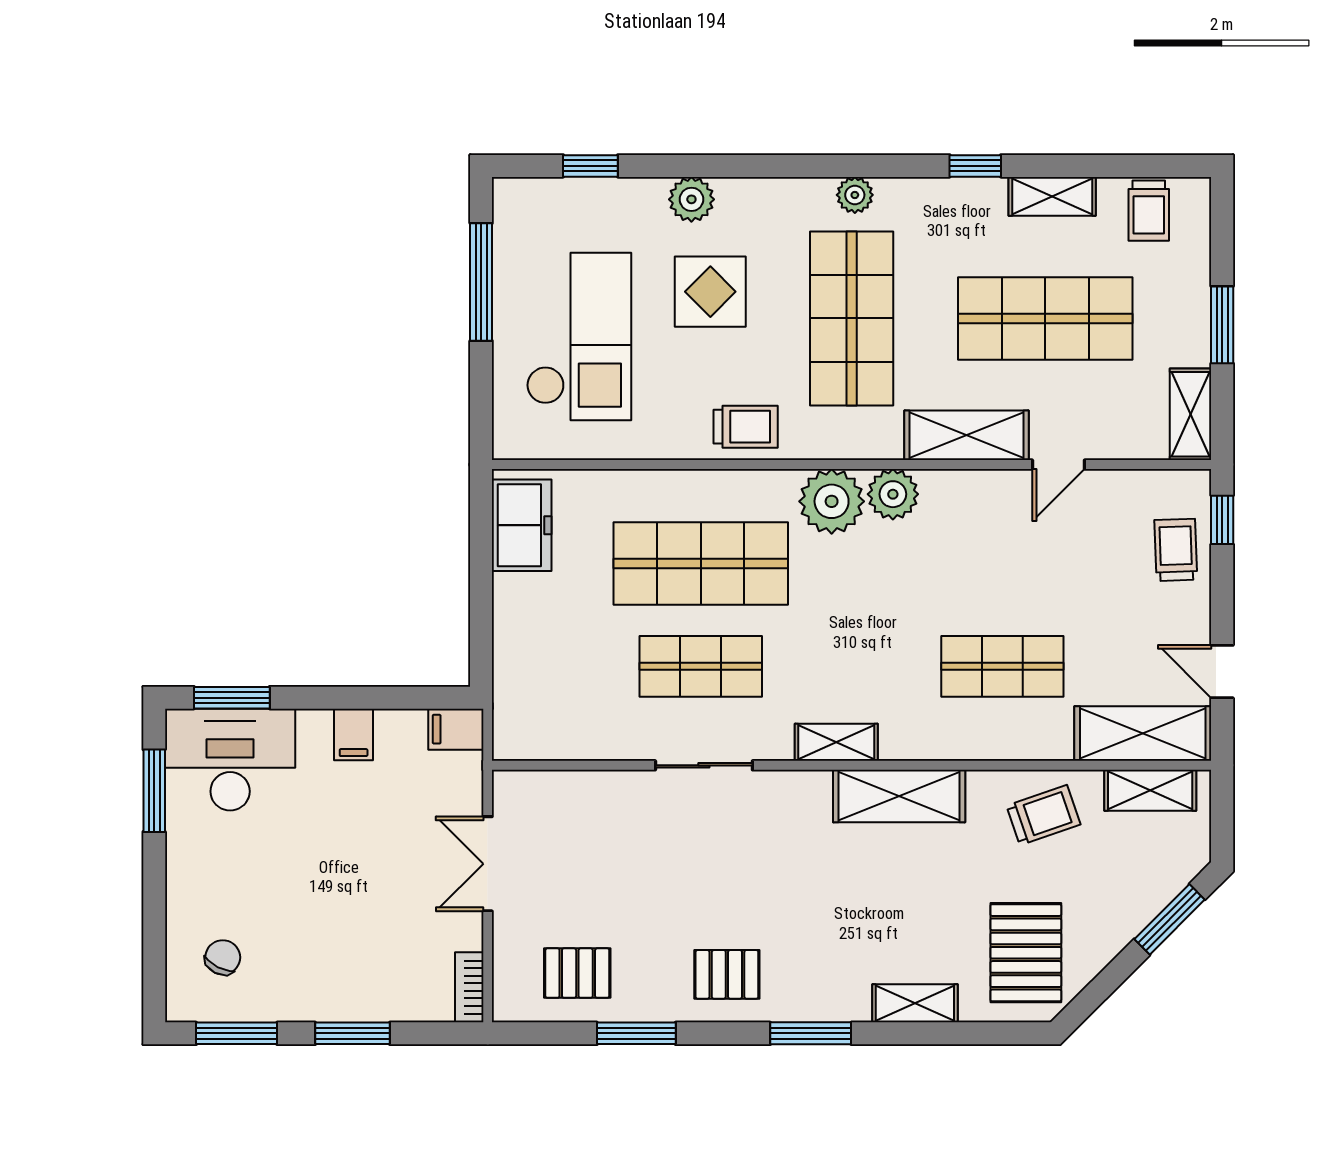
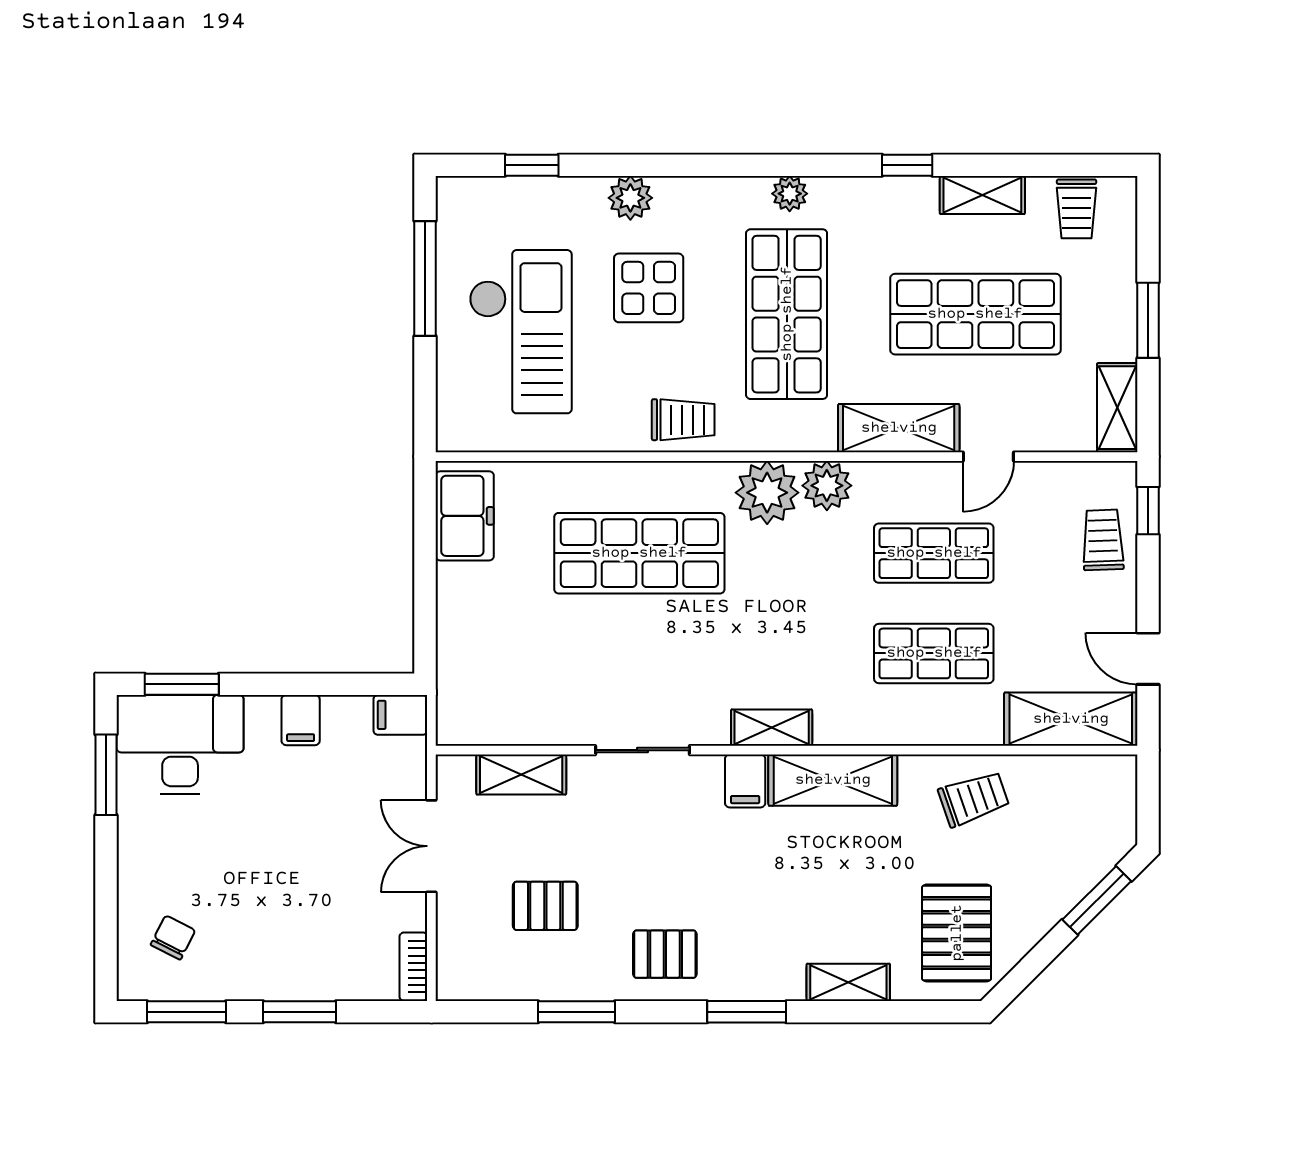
shop shelf: (701, 666) -> (934, 553), moved
shelving: (1150, 790) -> (521, 774), moved
filing cabinet: (809, 797) -> (745, 781), added
pallet: (577, 973) -> (545, 906), moved

